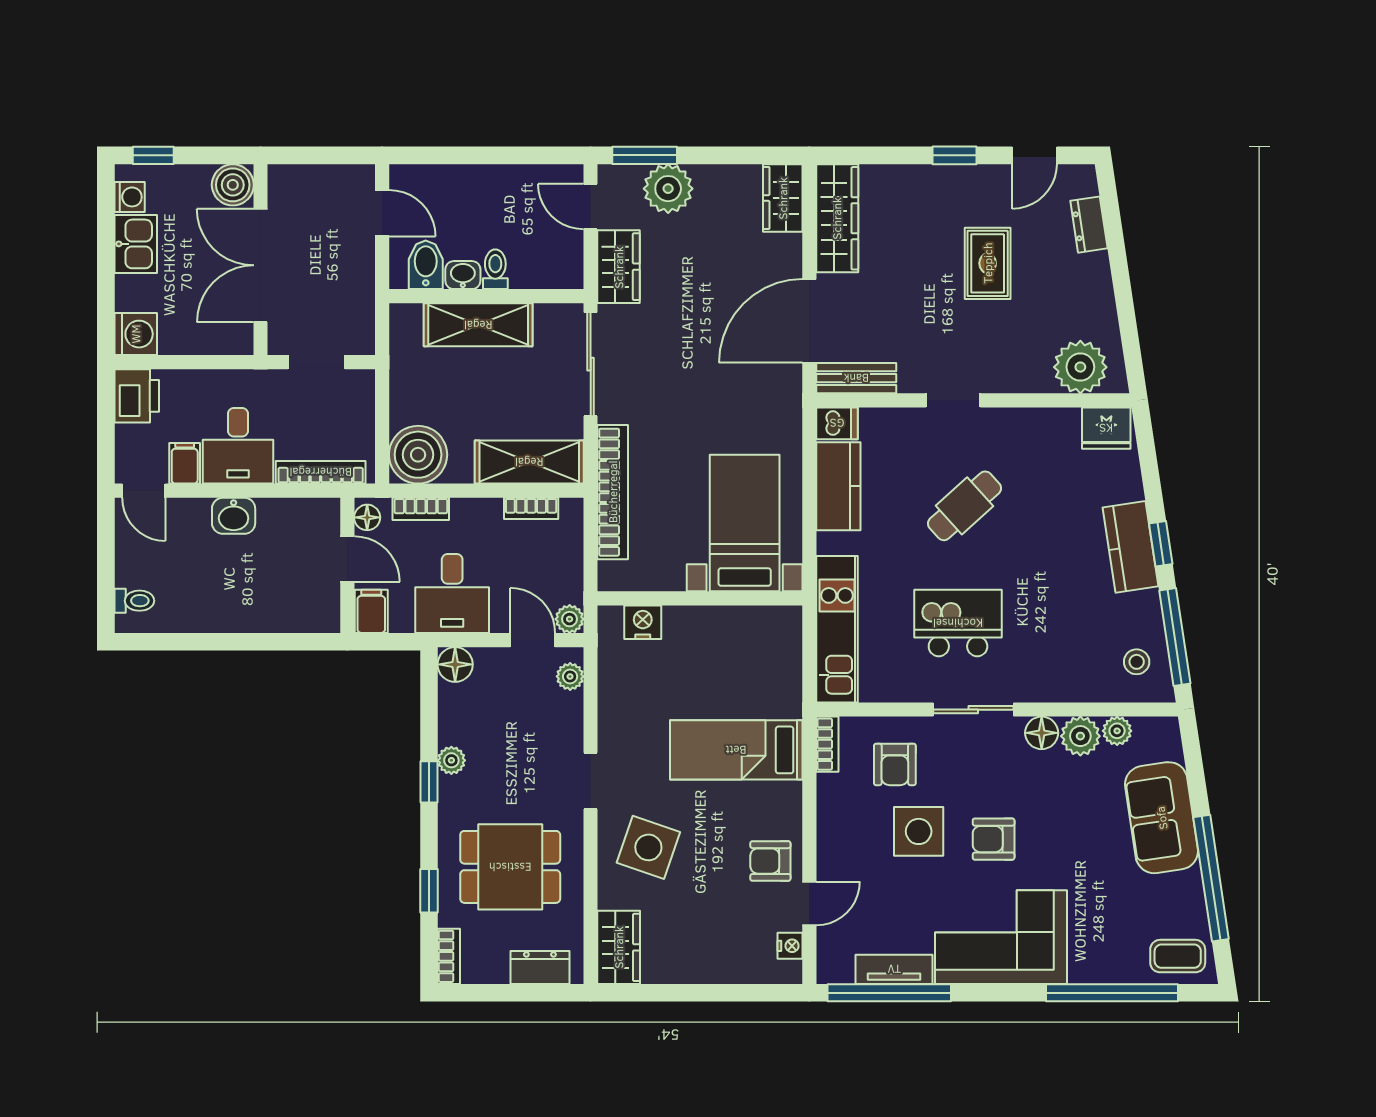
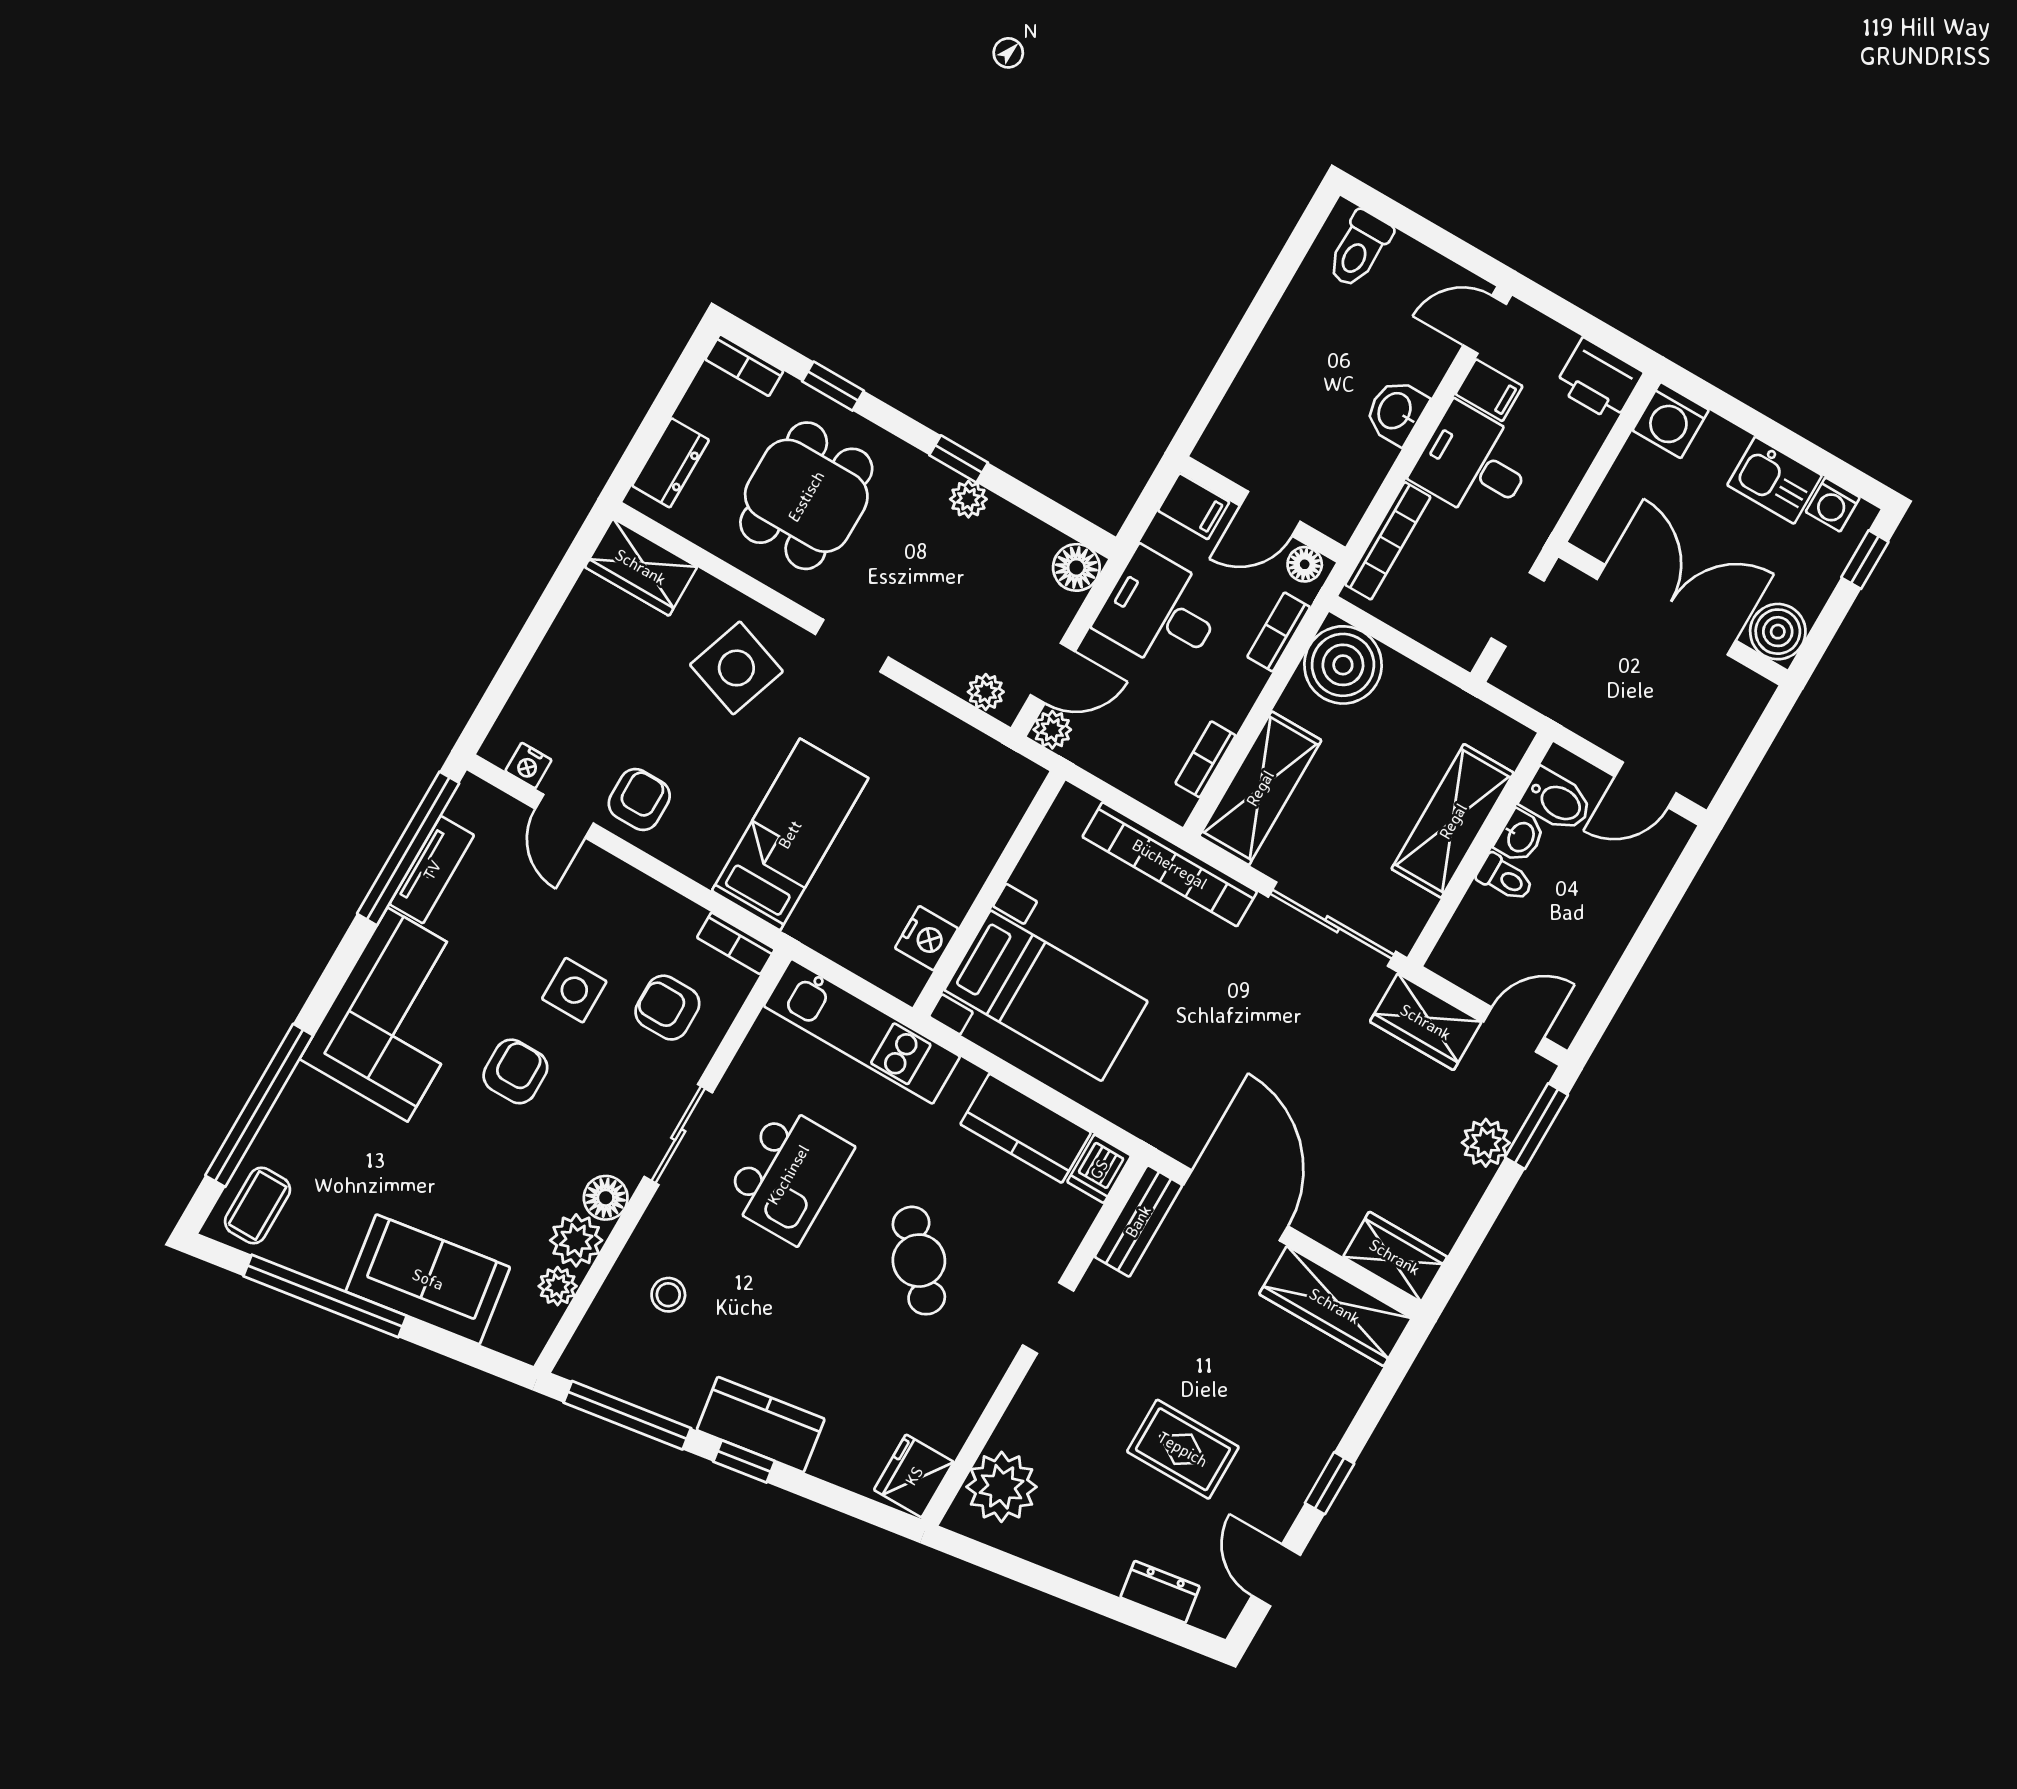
plant: (668, 189) -> (1486, 1143), width x0.73, depth x0.73
toilet: (134, 601) -> (1359, 249), width x1.37, depth x1.39
nightstand: (643, 622) -> (926, 938), moved
stool: (1137, 662) -> (668, 1295), moved
side table: (919, 831) -> (574, 990), width x0.73, depth x0.73

